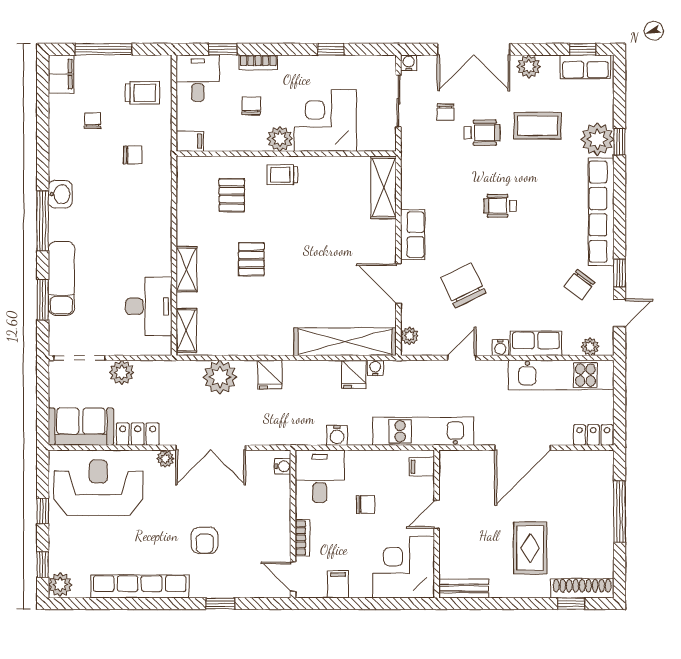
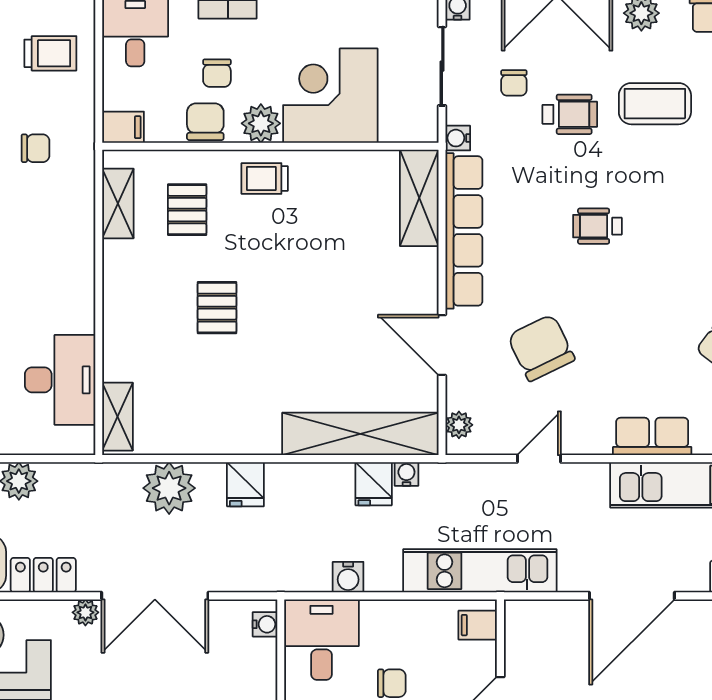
chair: (251, 106) -> (217, 73), turned 180
chair: (244, 138) -> (205, 122), added
row of seats: (413, 235) -> (464, 231), width x2.02
shelving: (187, 269) -> (118, 203), moved
water cooler: (500, 348) -> (458, 138), moved, turned 90

